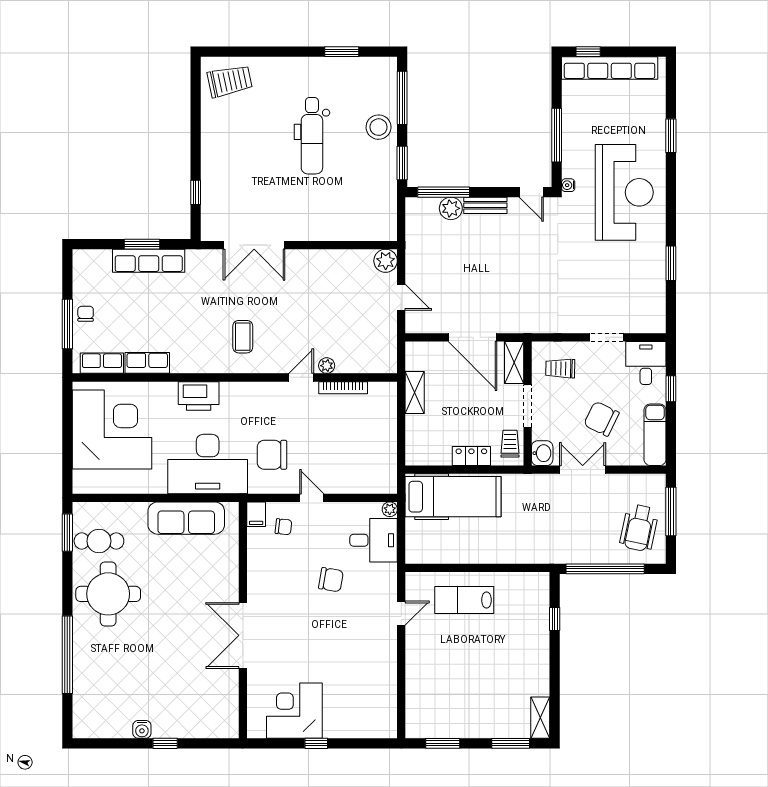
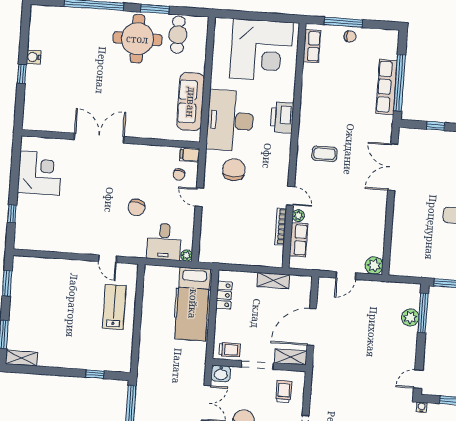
bench: (485, 205) -> (411, 344), removed
window: (142, 244) -> (400, 83), width x2.11
row of seats: (147, 363) -> (299, 240), moved
locker: (471, 456) -> (224, 295), moved
door: (312, 498) -> (199, 197), swing flipped
window: (67, 533) -> (155, 9), moved
window: (316, 743) -> (12, 214), moved

